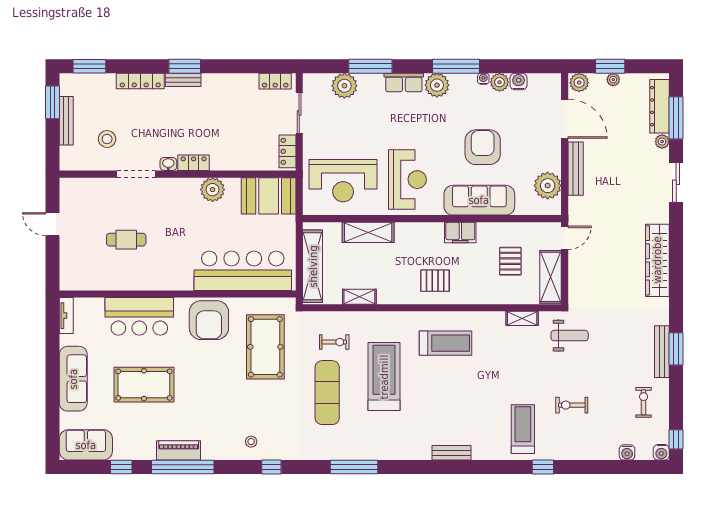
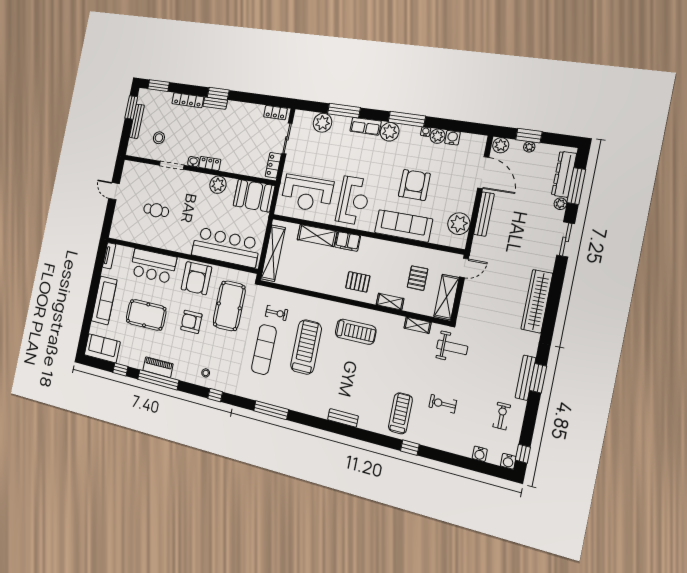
filing cabinet: (460, 232) -> (348, 241), moved
shelving: (359, 297) -> (390, 302), moved
armchair: (215, 379) -> (191, 322), added

